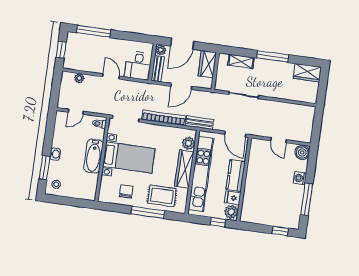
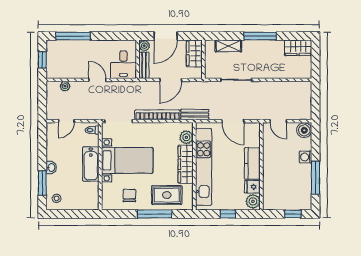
kitchen counter: (236, 175) -> (252, 163), moved
wall: (244, 179) -> (261, 166), moved
fridge: (233, 198) -> (252, 187), moved
plant: (231, 212) -> (253, 201), moved

